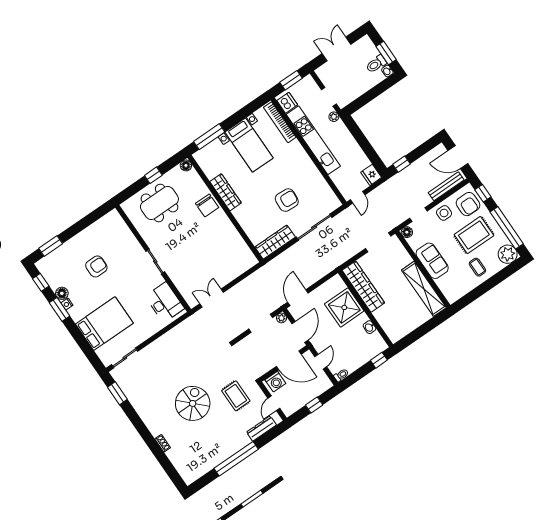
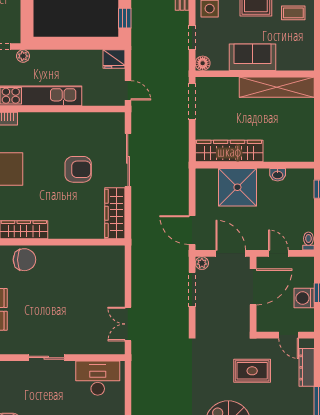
armchair: (287, 200) -> (78, 169), turned 86
washing machine: (275, 382) -> (304, 298), moved, turned 180

